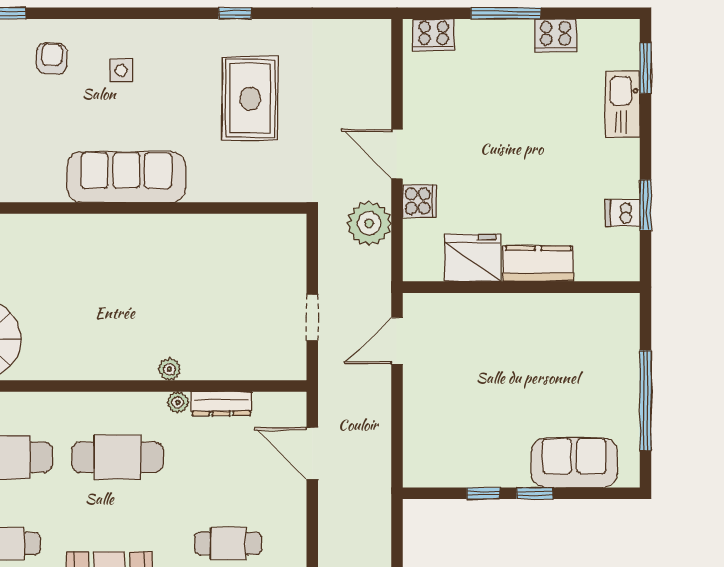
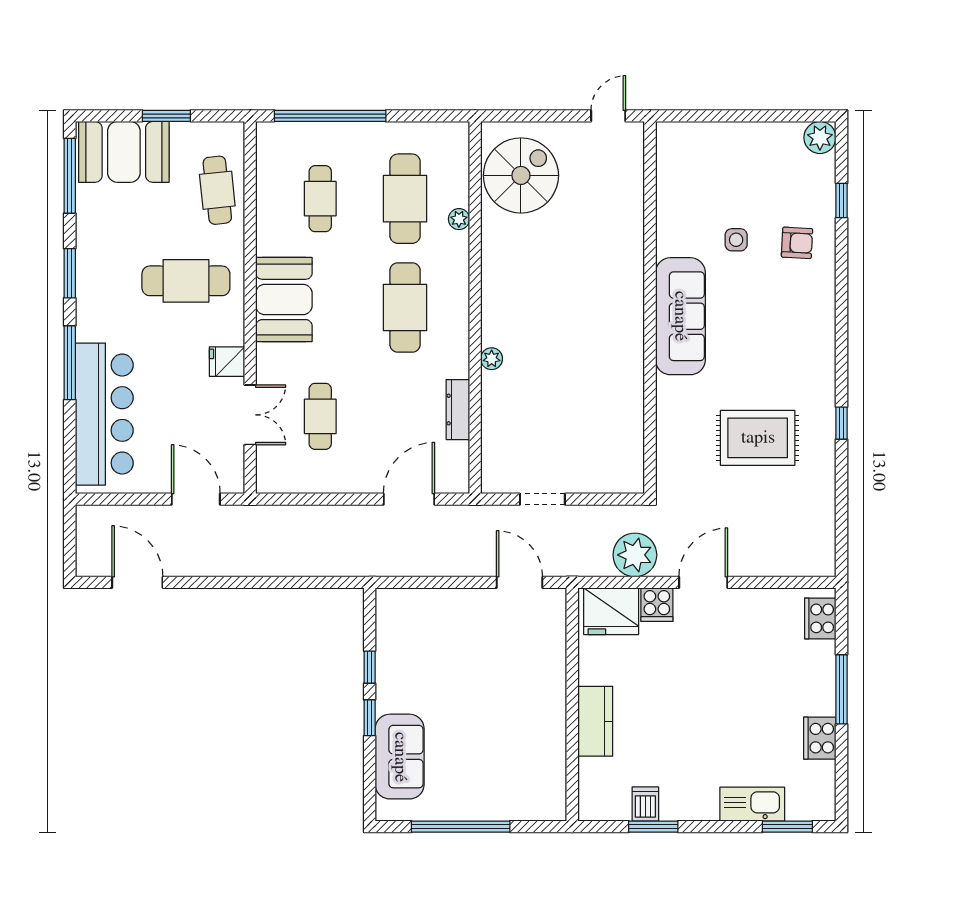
side table: (121, 70) -> (736, 240), moved
fridge: (472, 258) -> (611, 611), moved, turned 90
plant: (178, 402) -> (459, 219), moved

